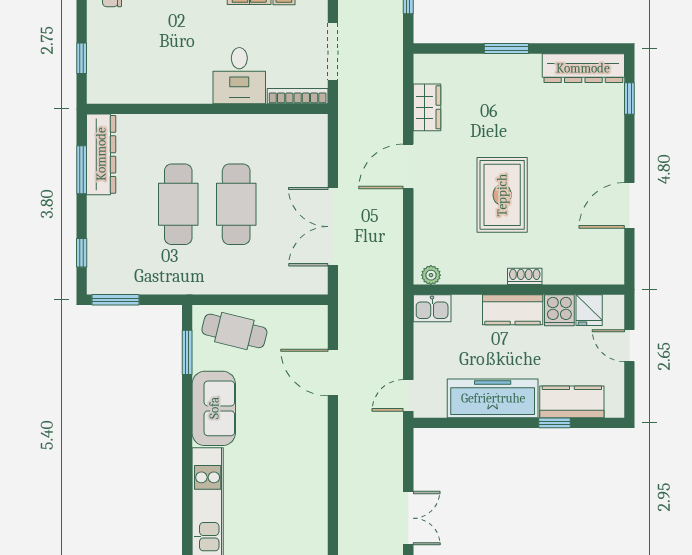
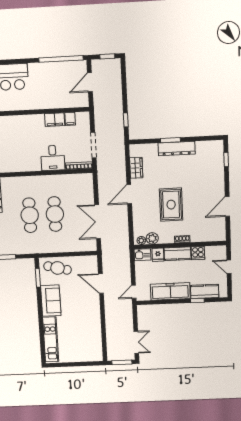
dresser: (583, 68) -> (177, 148), moved
plant: (456, 271) -> (152, 238), added
fridge: (589, 310) -> (158, 255), moved

